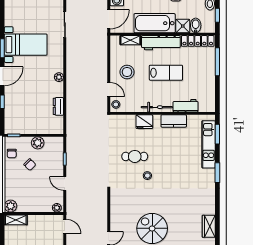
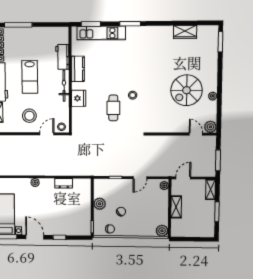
lab bench: (166, 73) -> (30, 77), turned 180
shelving: (16, 220) -> (176, 207), moved

